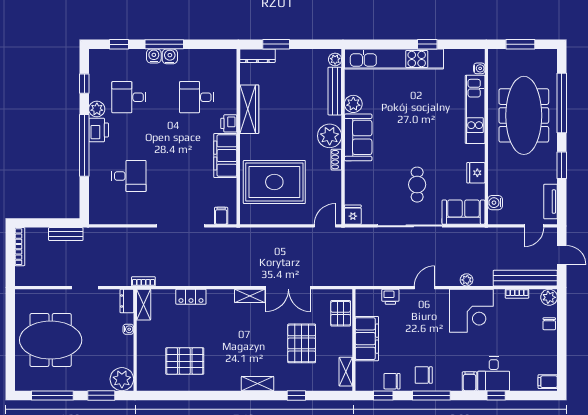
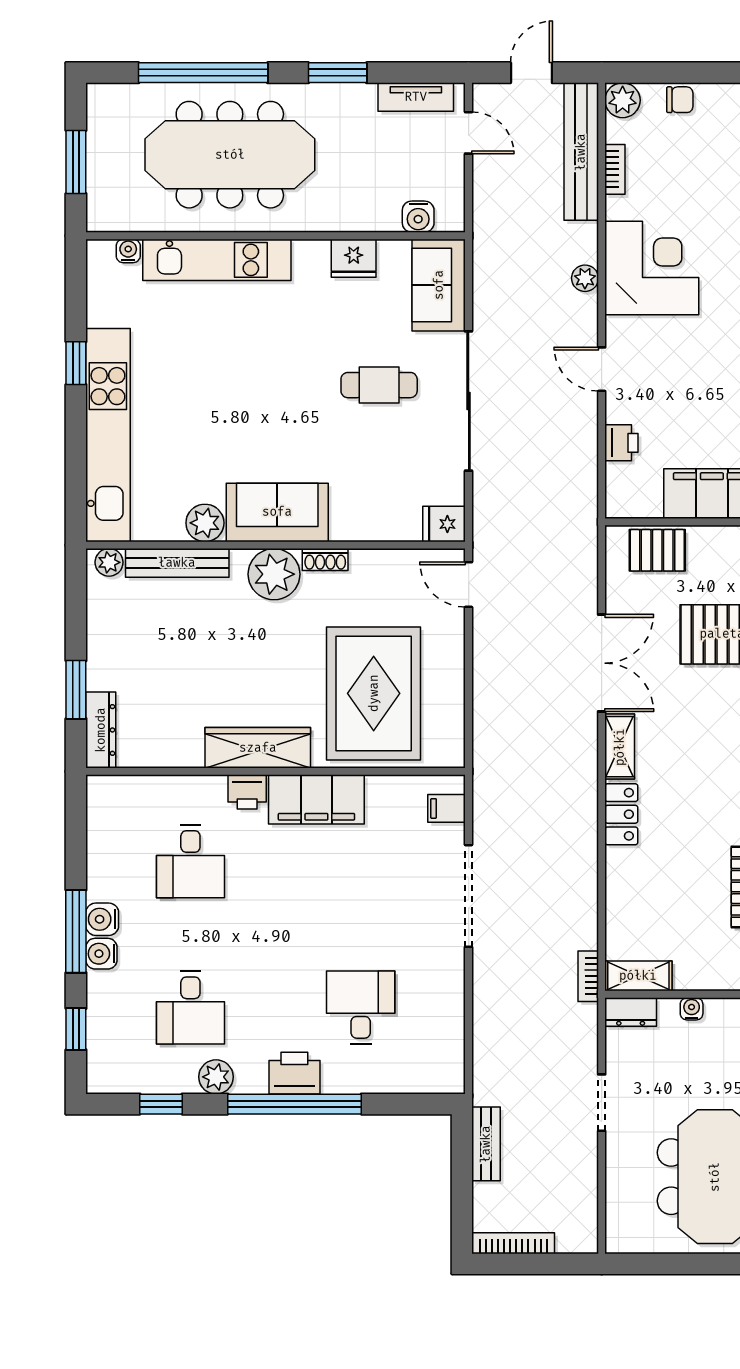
wardrobe: (249, 109) -> (258, 748), moved
printer: (99, 130) -> (294, 1073), moved
locker: (191, 297) -> (621, 814), moved

